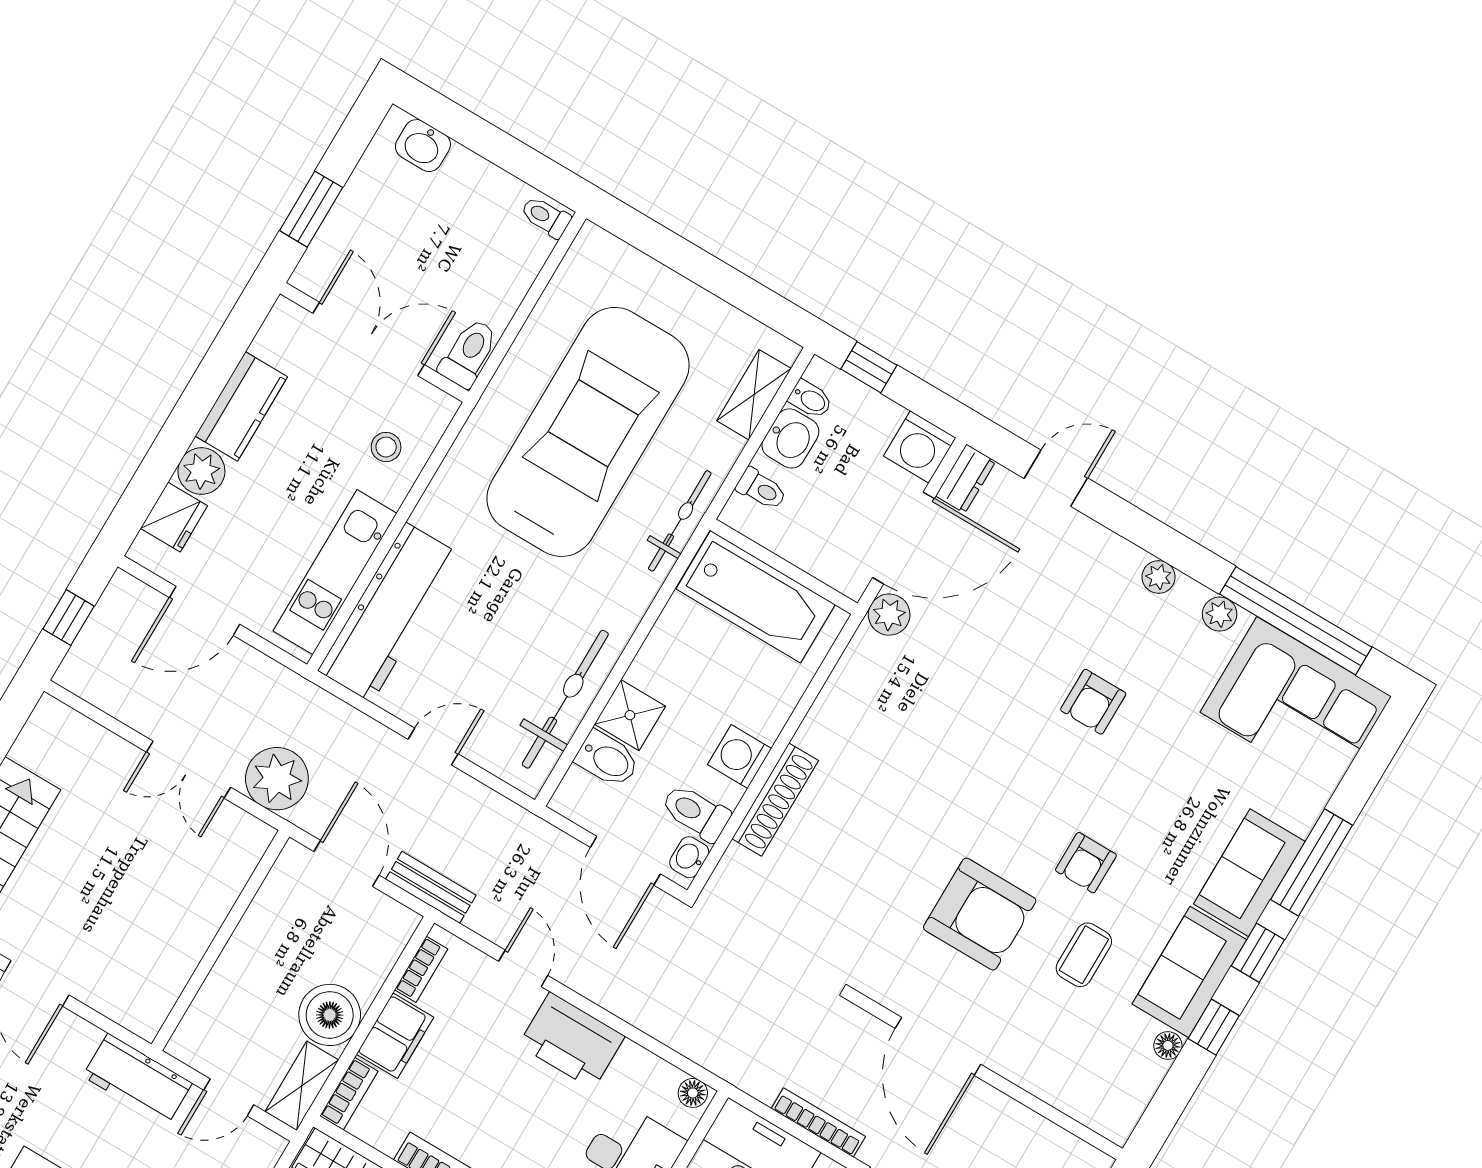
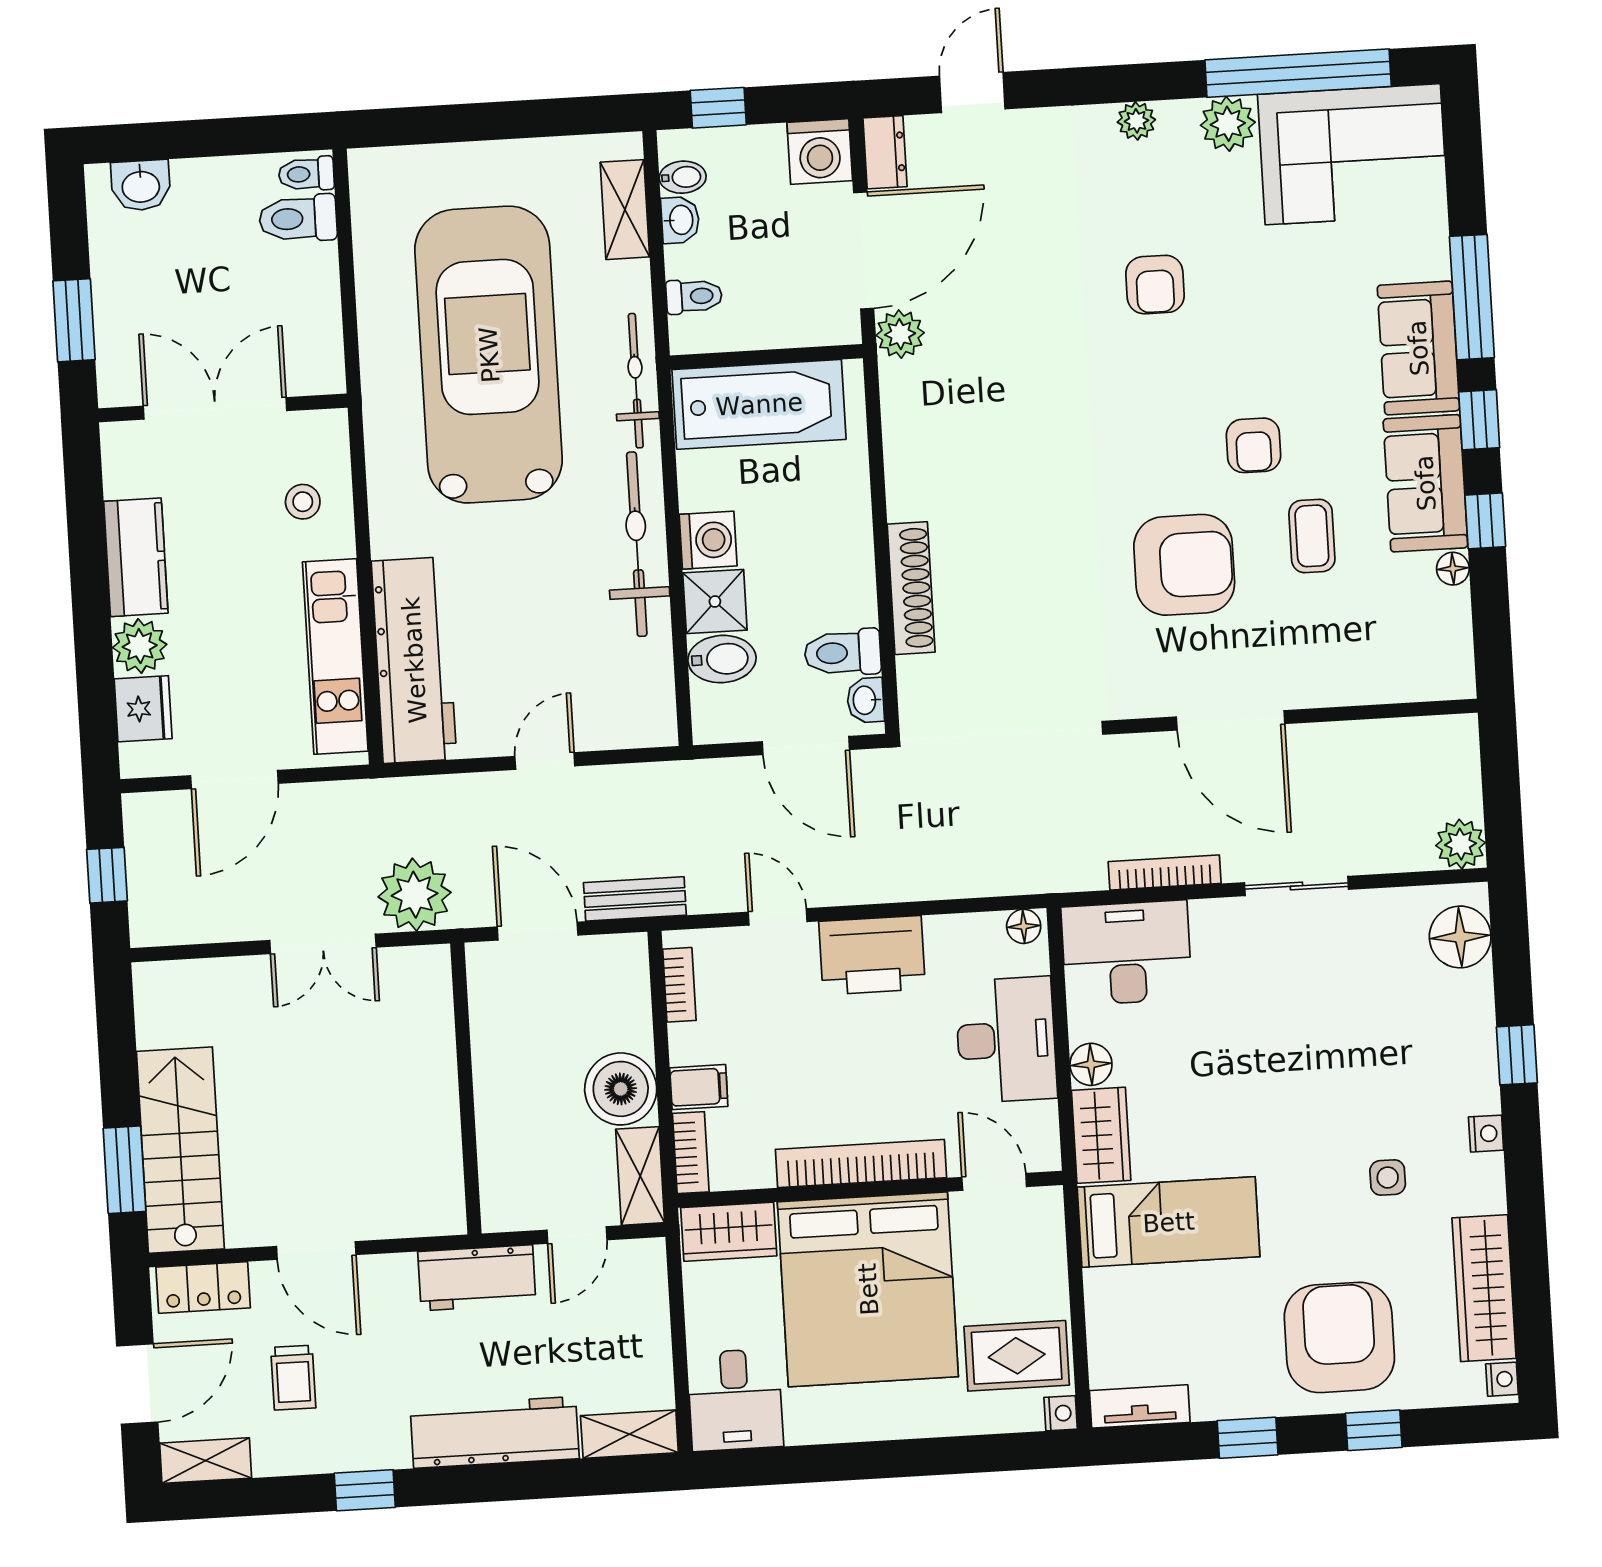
toilet: (469, 353) -> (298, 219), moved, turned -90
washbasin: (790, 438) -> (680, 220), width x0.72, depth x0.69
plant: (1220, 614) -> (1228, 124), width x1.38, depth x1.38
bicycle: (565, 699) -> (637, 544), moved
washing machine: (739, 757) -> (708, 540), moved, turned 180
filing cabinet: (395, 1036) -> (699, 1087), width x0.50

